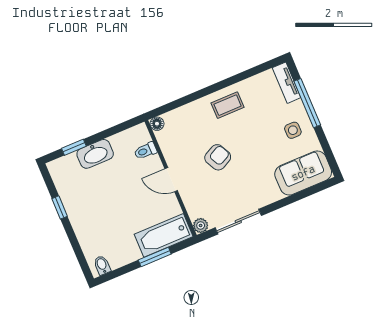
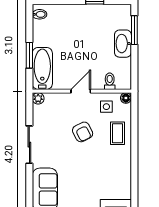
coffee table: (228, 105) -> (118, 133), moved
side table: (293, 130) -> (106, 107), moved
window: (74, 147) -> (134, 30), width x1.50
sliding door: (238, 222) -> (29, 145), moved

